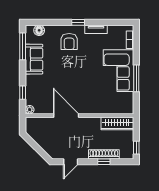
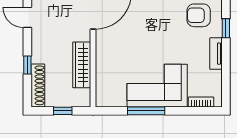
wardrobe: (117, 123) -> (82, 65), moved
window: (136, 148) -> (63, 111), moved
shoe rack: (104, 154) -> (38, 85), moved

